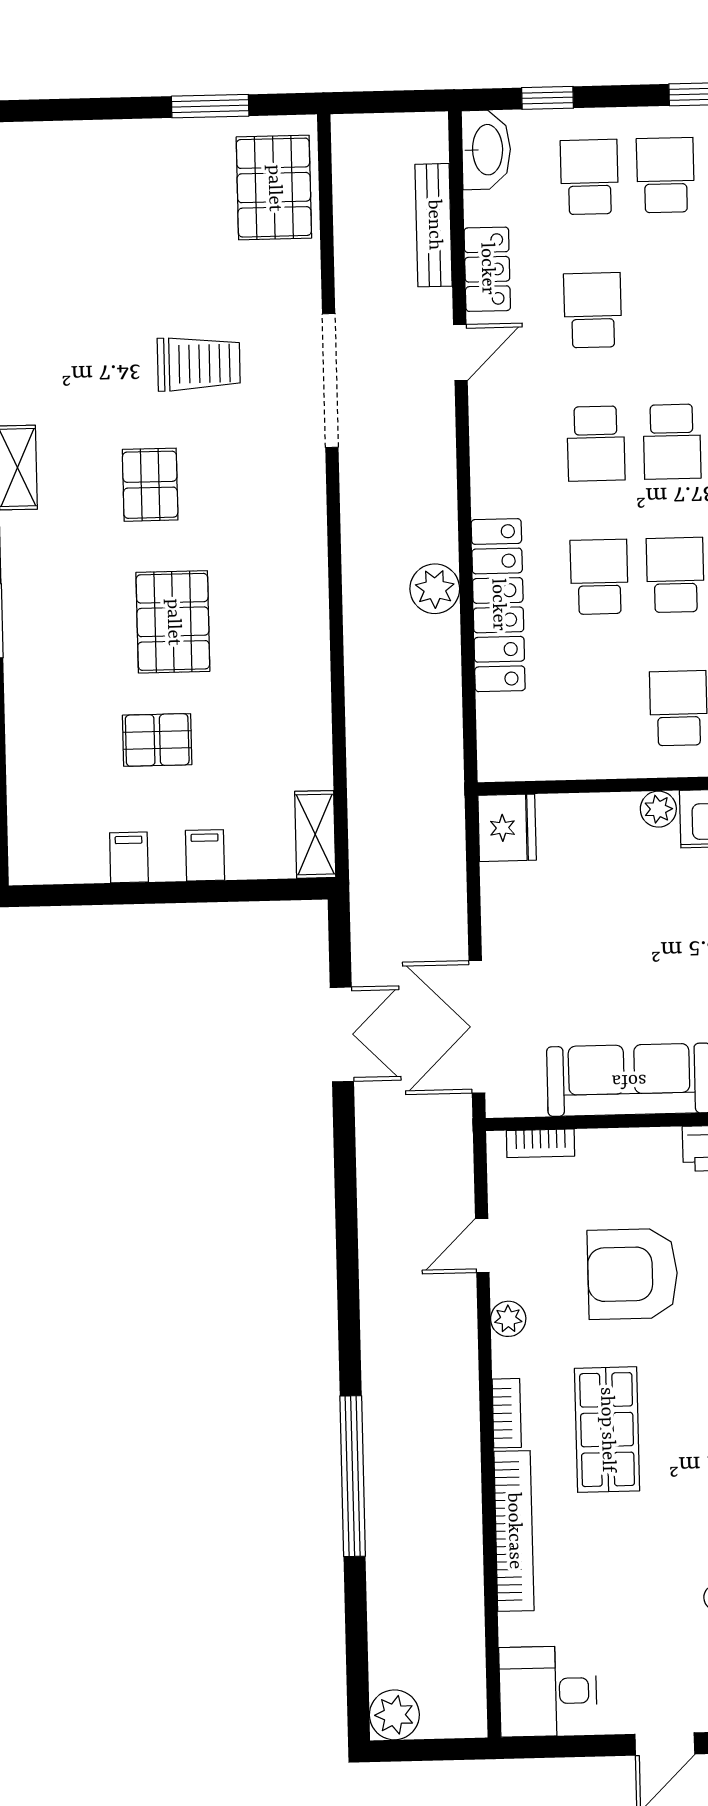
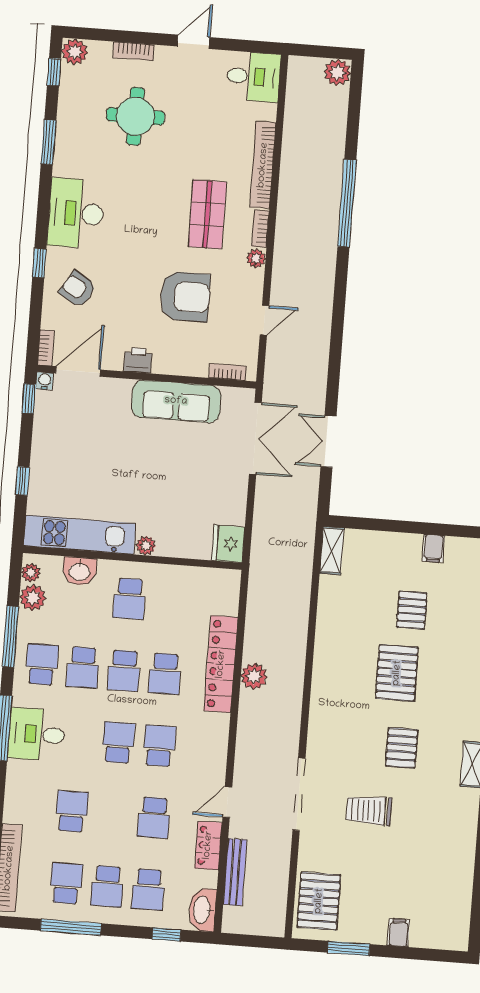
pallet: (157, 740) -> (412, 610), turned 90
filing cabinet: (205, 855) -> (399, 933), moved, turned 180
plant: (508, 1319) -> (256, 258), moved

